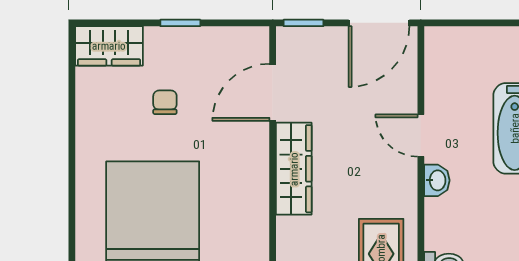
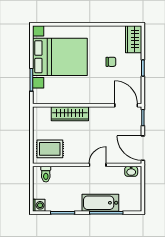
door: (273, 92) -> (126, 105), moved
wardrobe: (294, 169) -> (70, 114), moved
washbasin: (437, 180) -> (131, 171), moved

